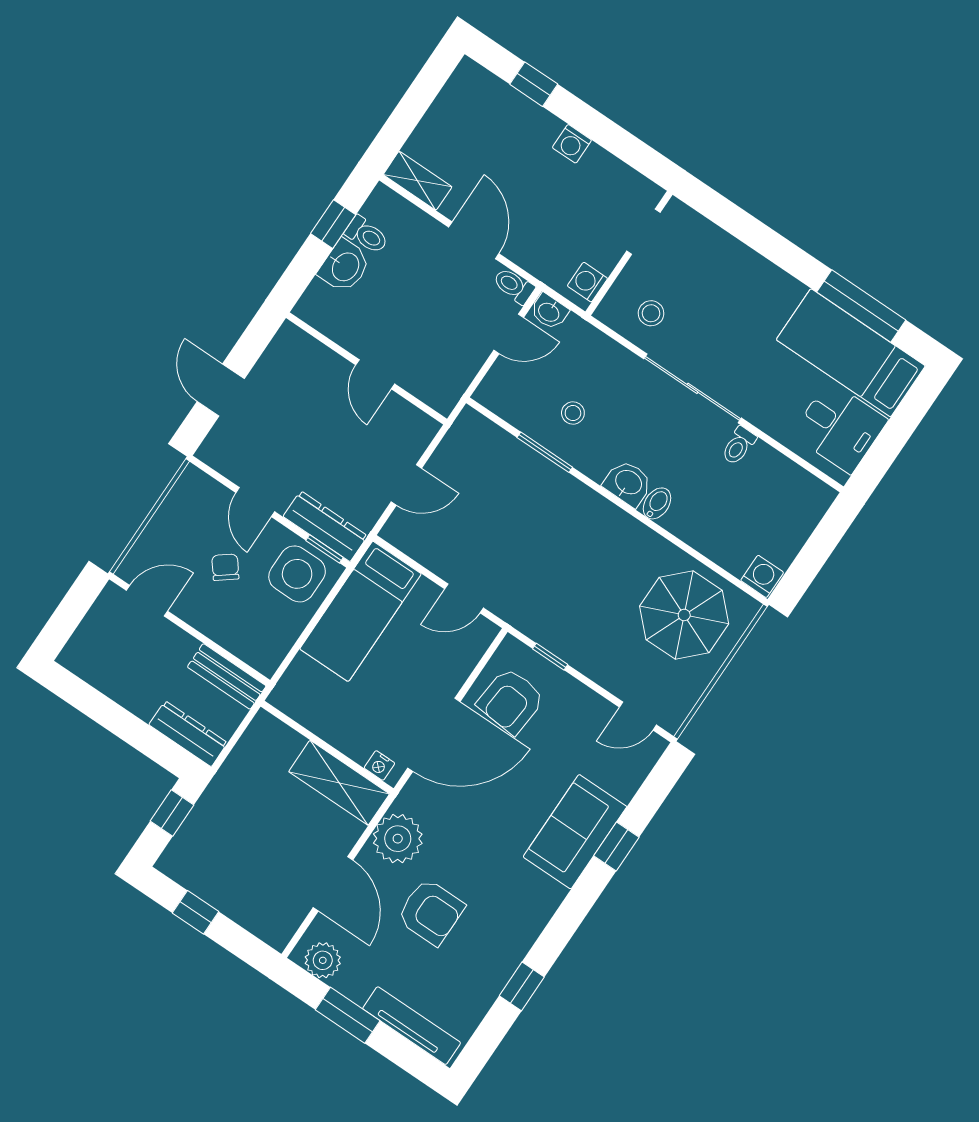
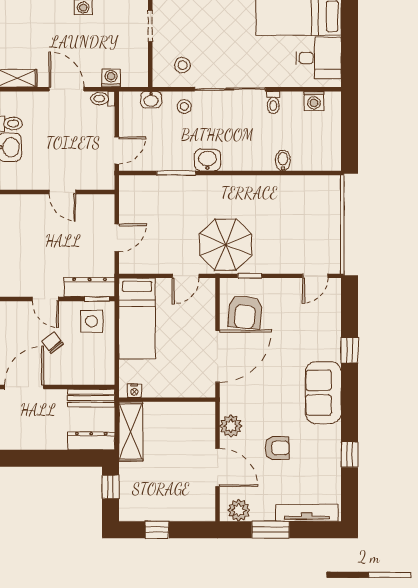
washing machine: (587, 282) -> (111, 78), moved, turned 90
washbasin: (549, 312) -> (151, 100), moved
door: (509, 334) -> (117, 151), moved
stool: (573, 413) -> (184, 107), moved
washbasin: (628, 483) -> (208, 160), moved
bidet: (657, 503) -> (283, 160), moved
side table: (297, 574) -> (92, 321), width x0.73, depth x0.73
washing machine: (762, 576) -> (314, 101), moved, turned 180
door: (147, 601) -> (24, 387), width x1.38
parasol: (684, 615) -> (226, 245), moved
nightstand: (379, 765) -> (134, 391), moved
shelving: (339, 783) -> (131, 431), moved, turned 90
sofa: (575, 832) -> (323, 393), moved
plant: (398, 839) -> (231, 426), width x0.73, depth x0.73
armchair: (431, 912) -> (277, 448), width x0.72, depth x0.72

